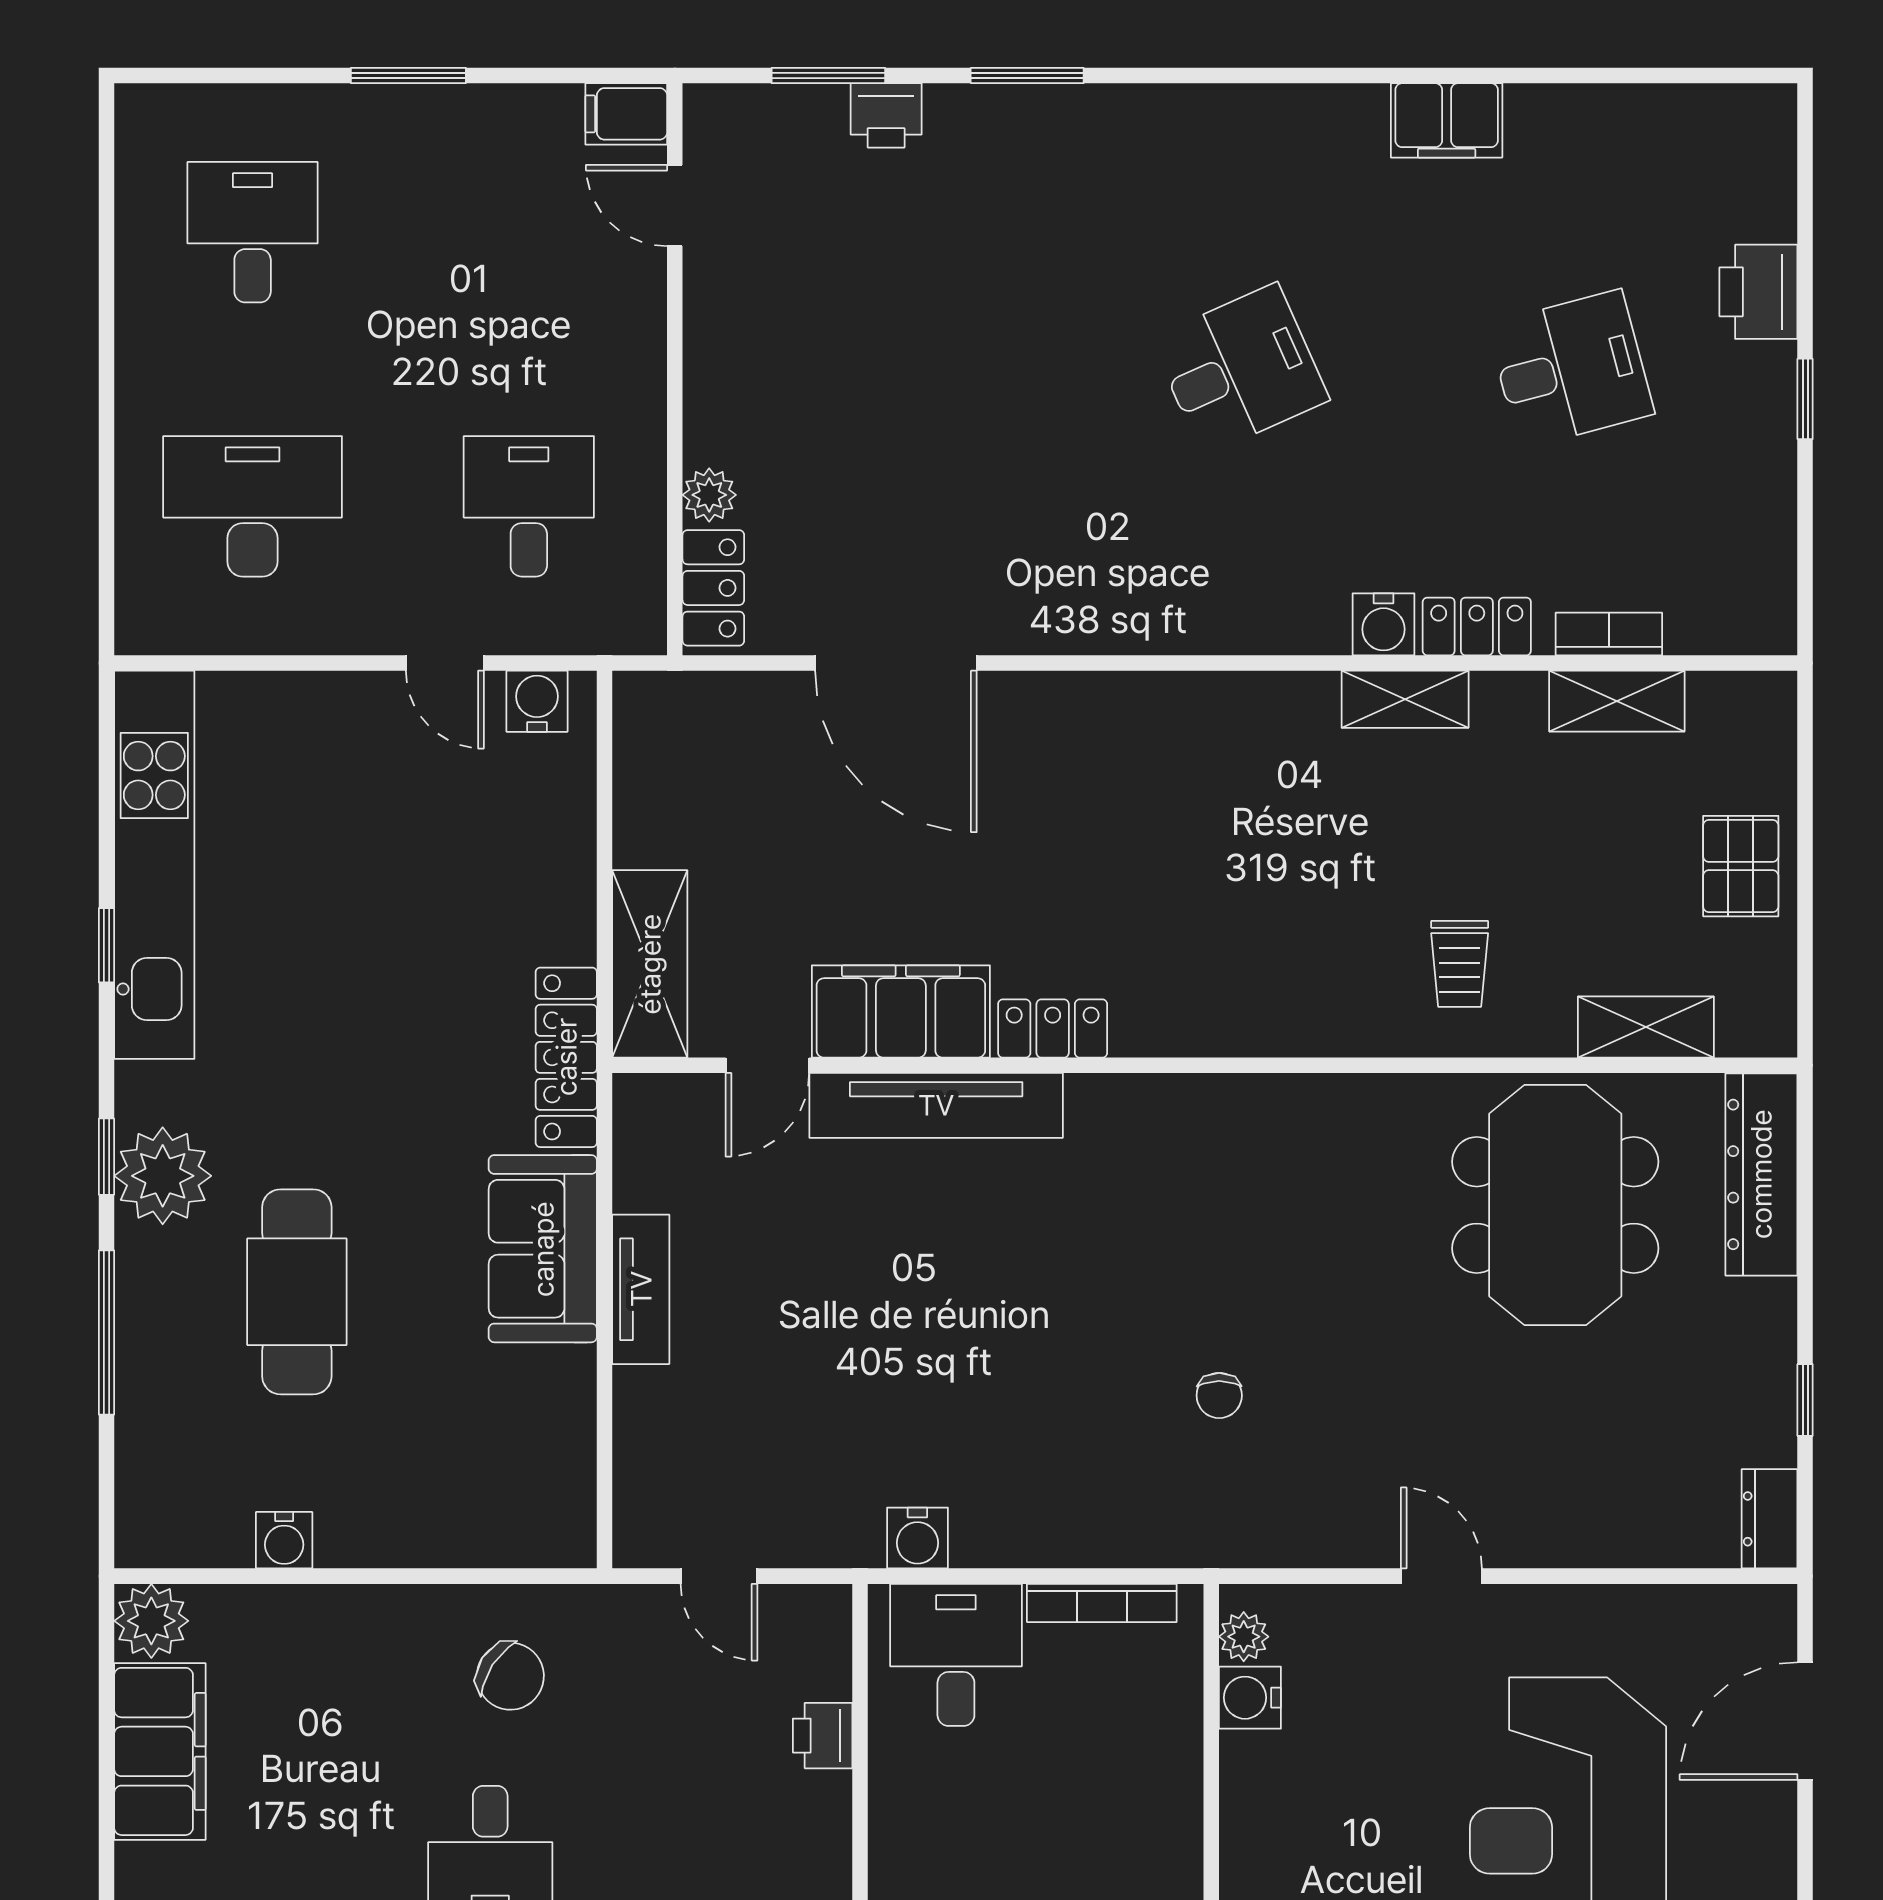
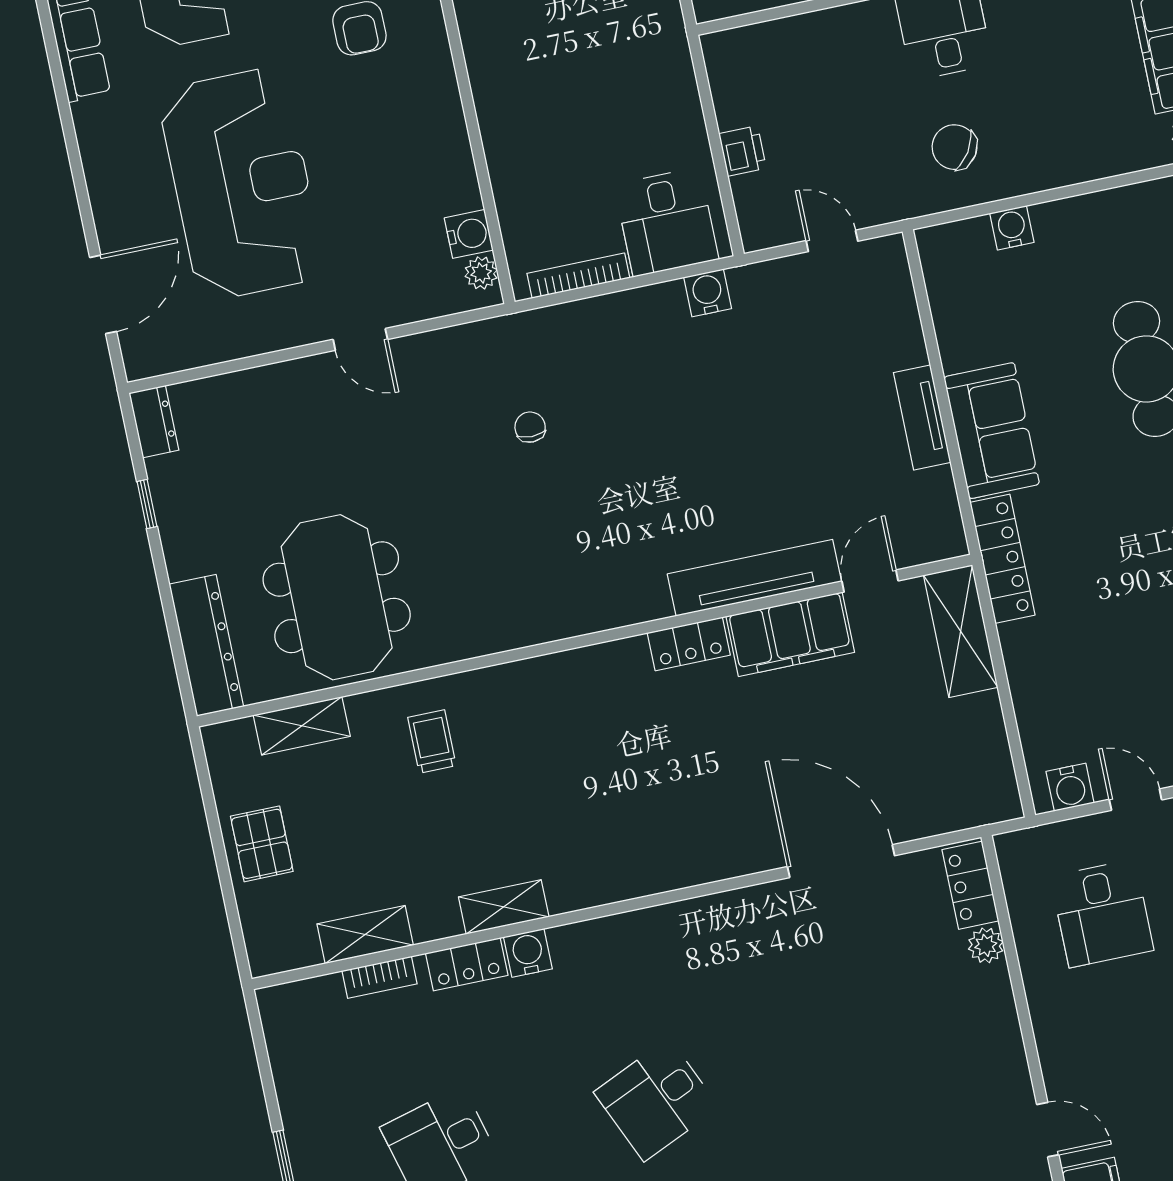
water cooler: (284, 1540) -> (1012, 228), moved

